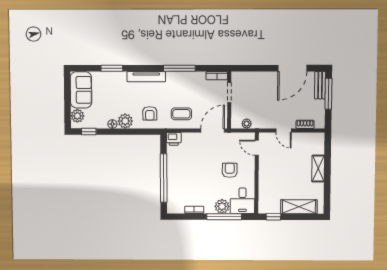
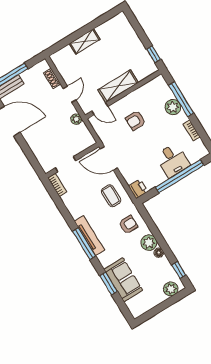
window: (179, 68) -> (84, 244), moved
tv unit: (146, 77) -> (89, 236), moved
sofa: (81, 90) -> (123, 280), moved, turned 90
plant: (247, 124) -> (76, 119), moved
door: (257, 148) -> (100, 109), hinge flipped
desk: (242, 201) -> (173, 160), moved, turned 90
shelving: (299, 207) -> (118, 86), moved, turned 90

